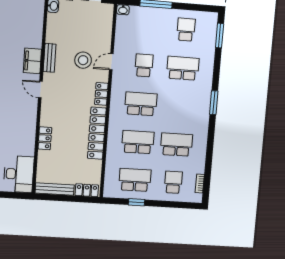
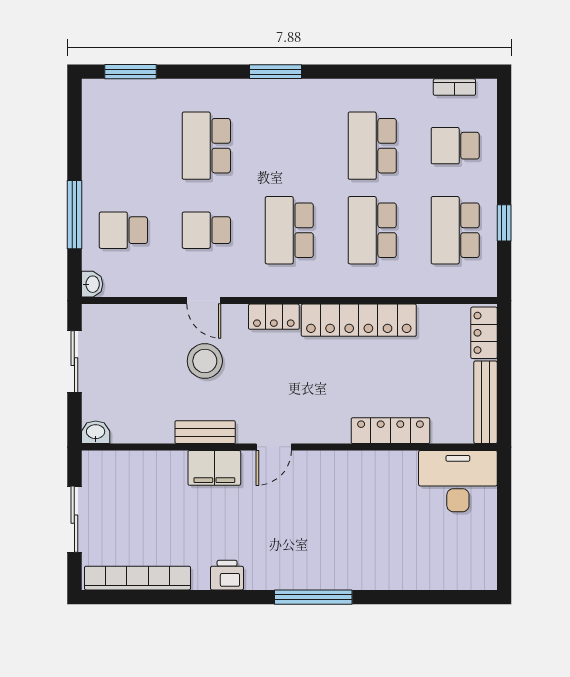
school desk: (186, 30) -> (123, 230), moved
locker: (45, 138) -> (390, 431), width x1.53

